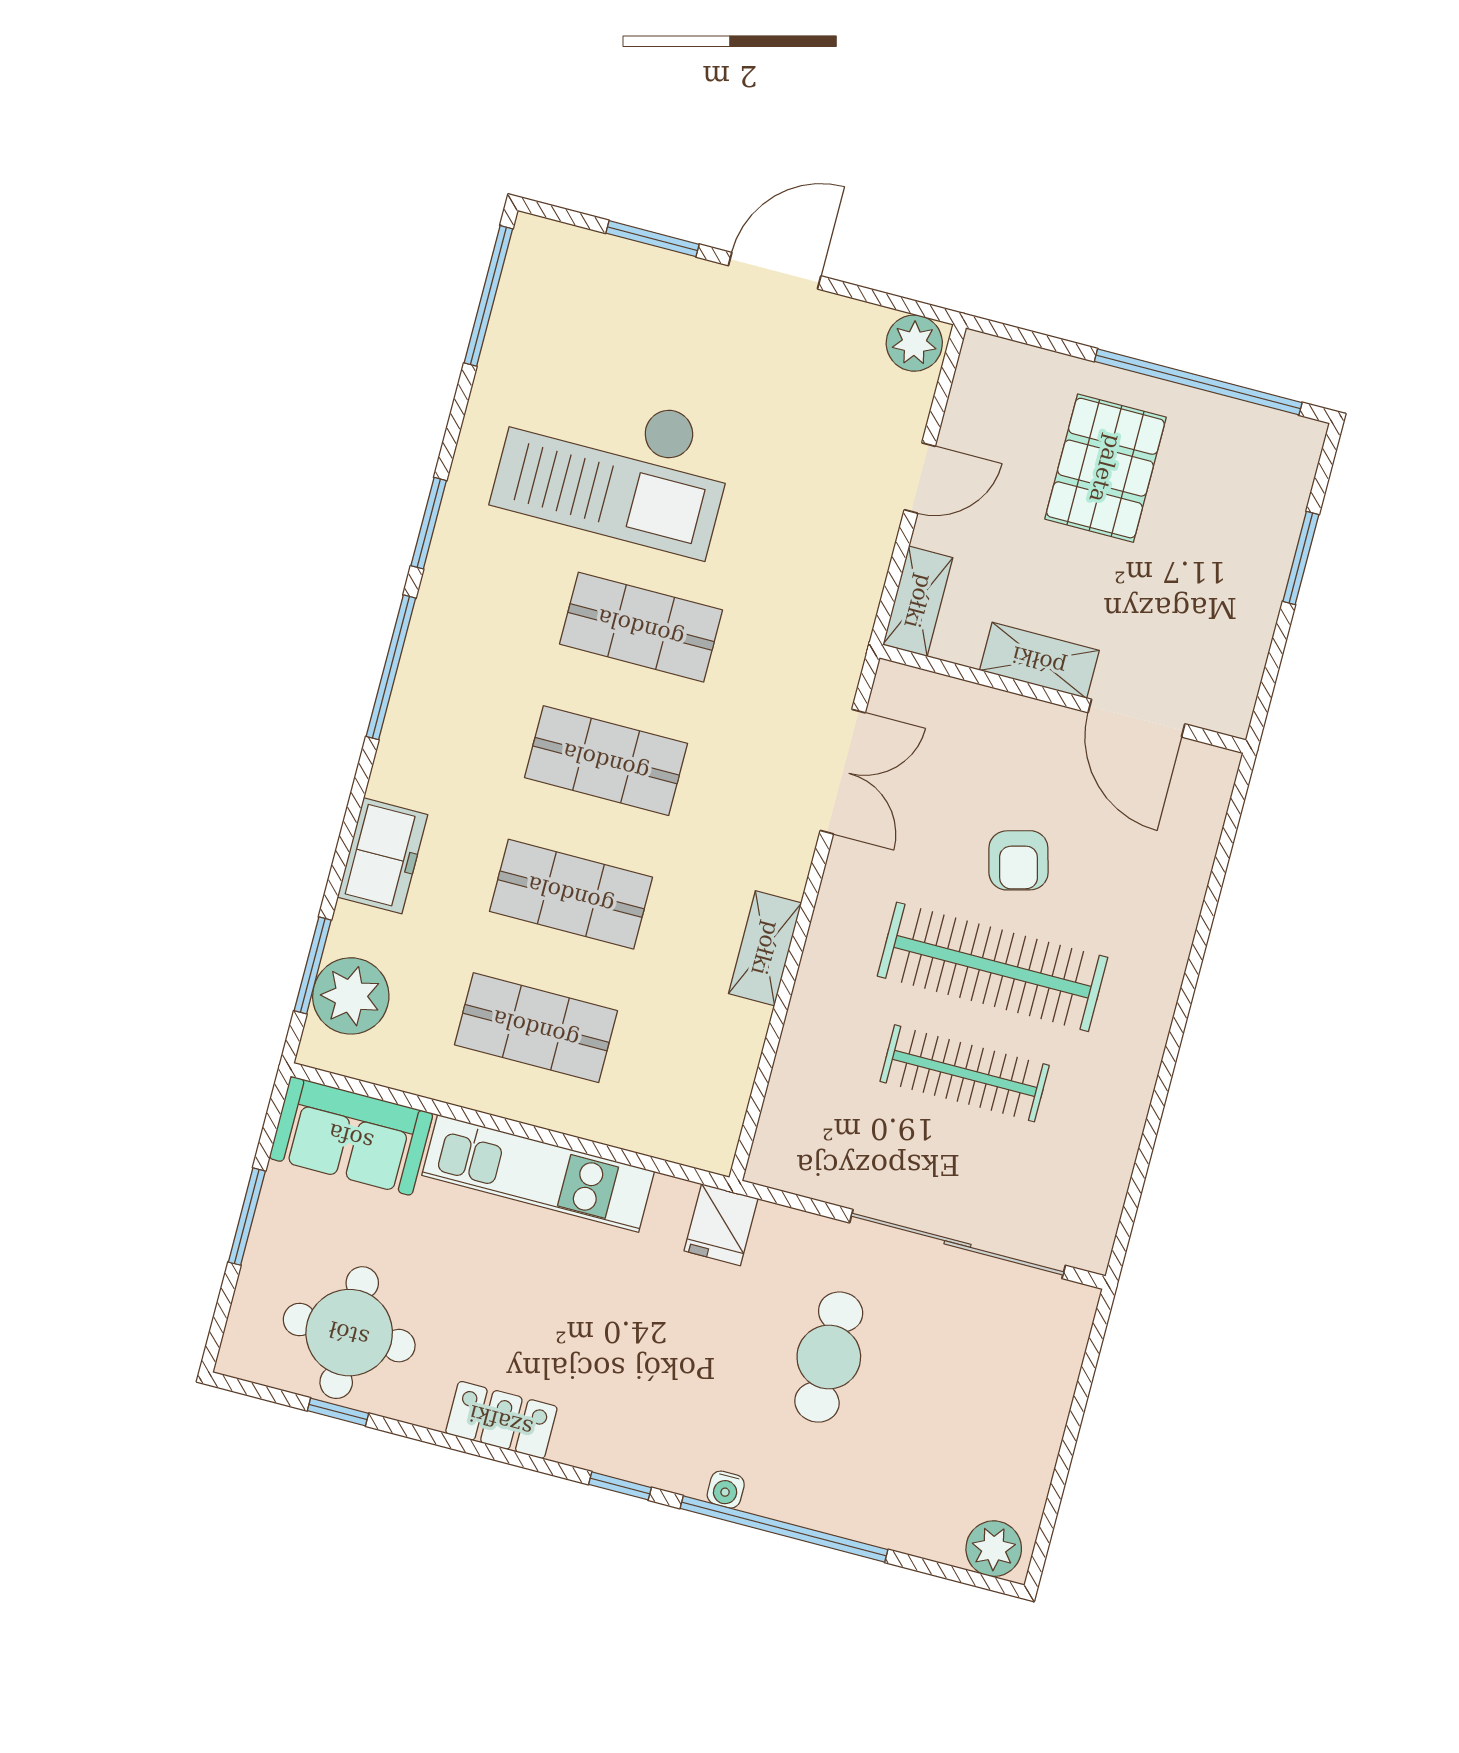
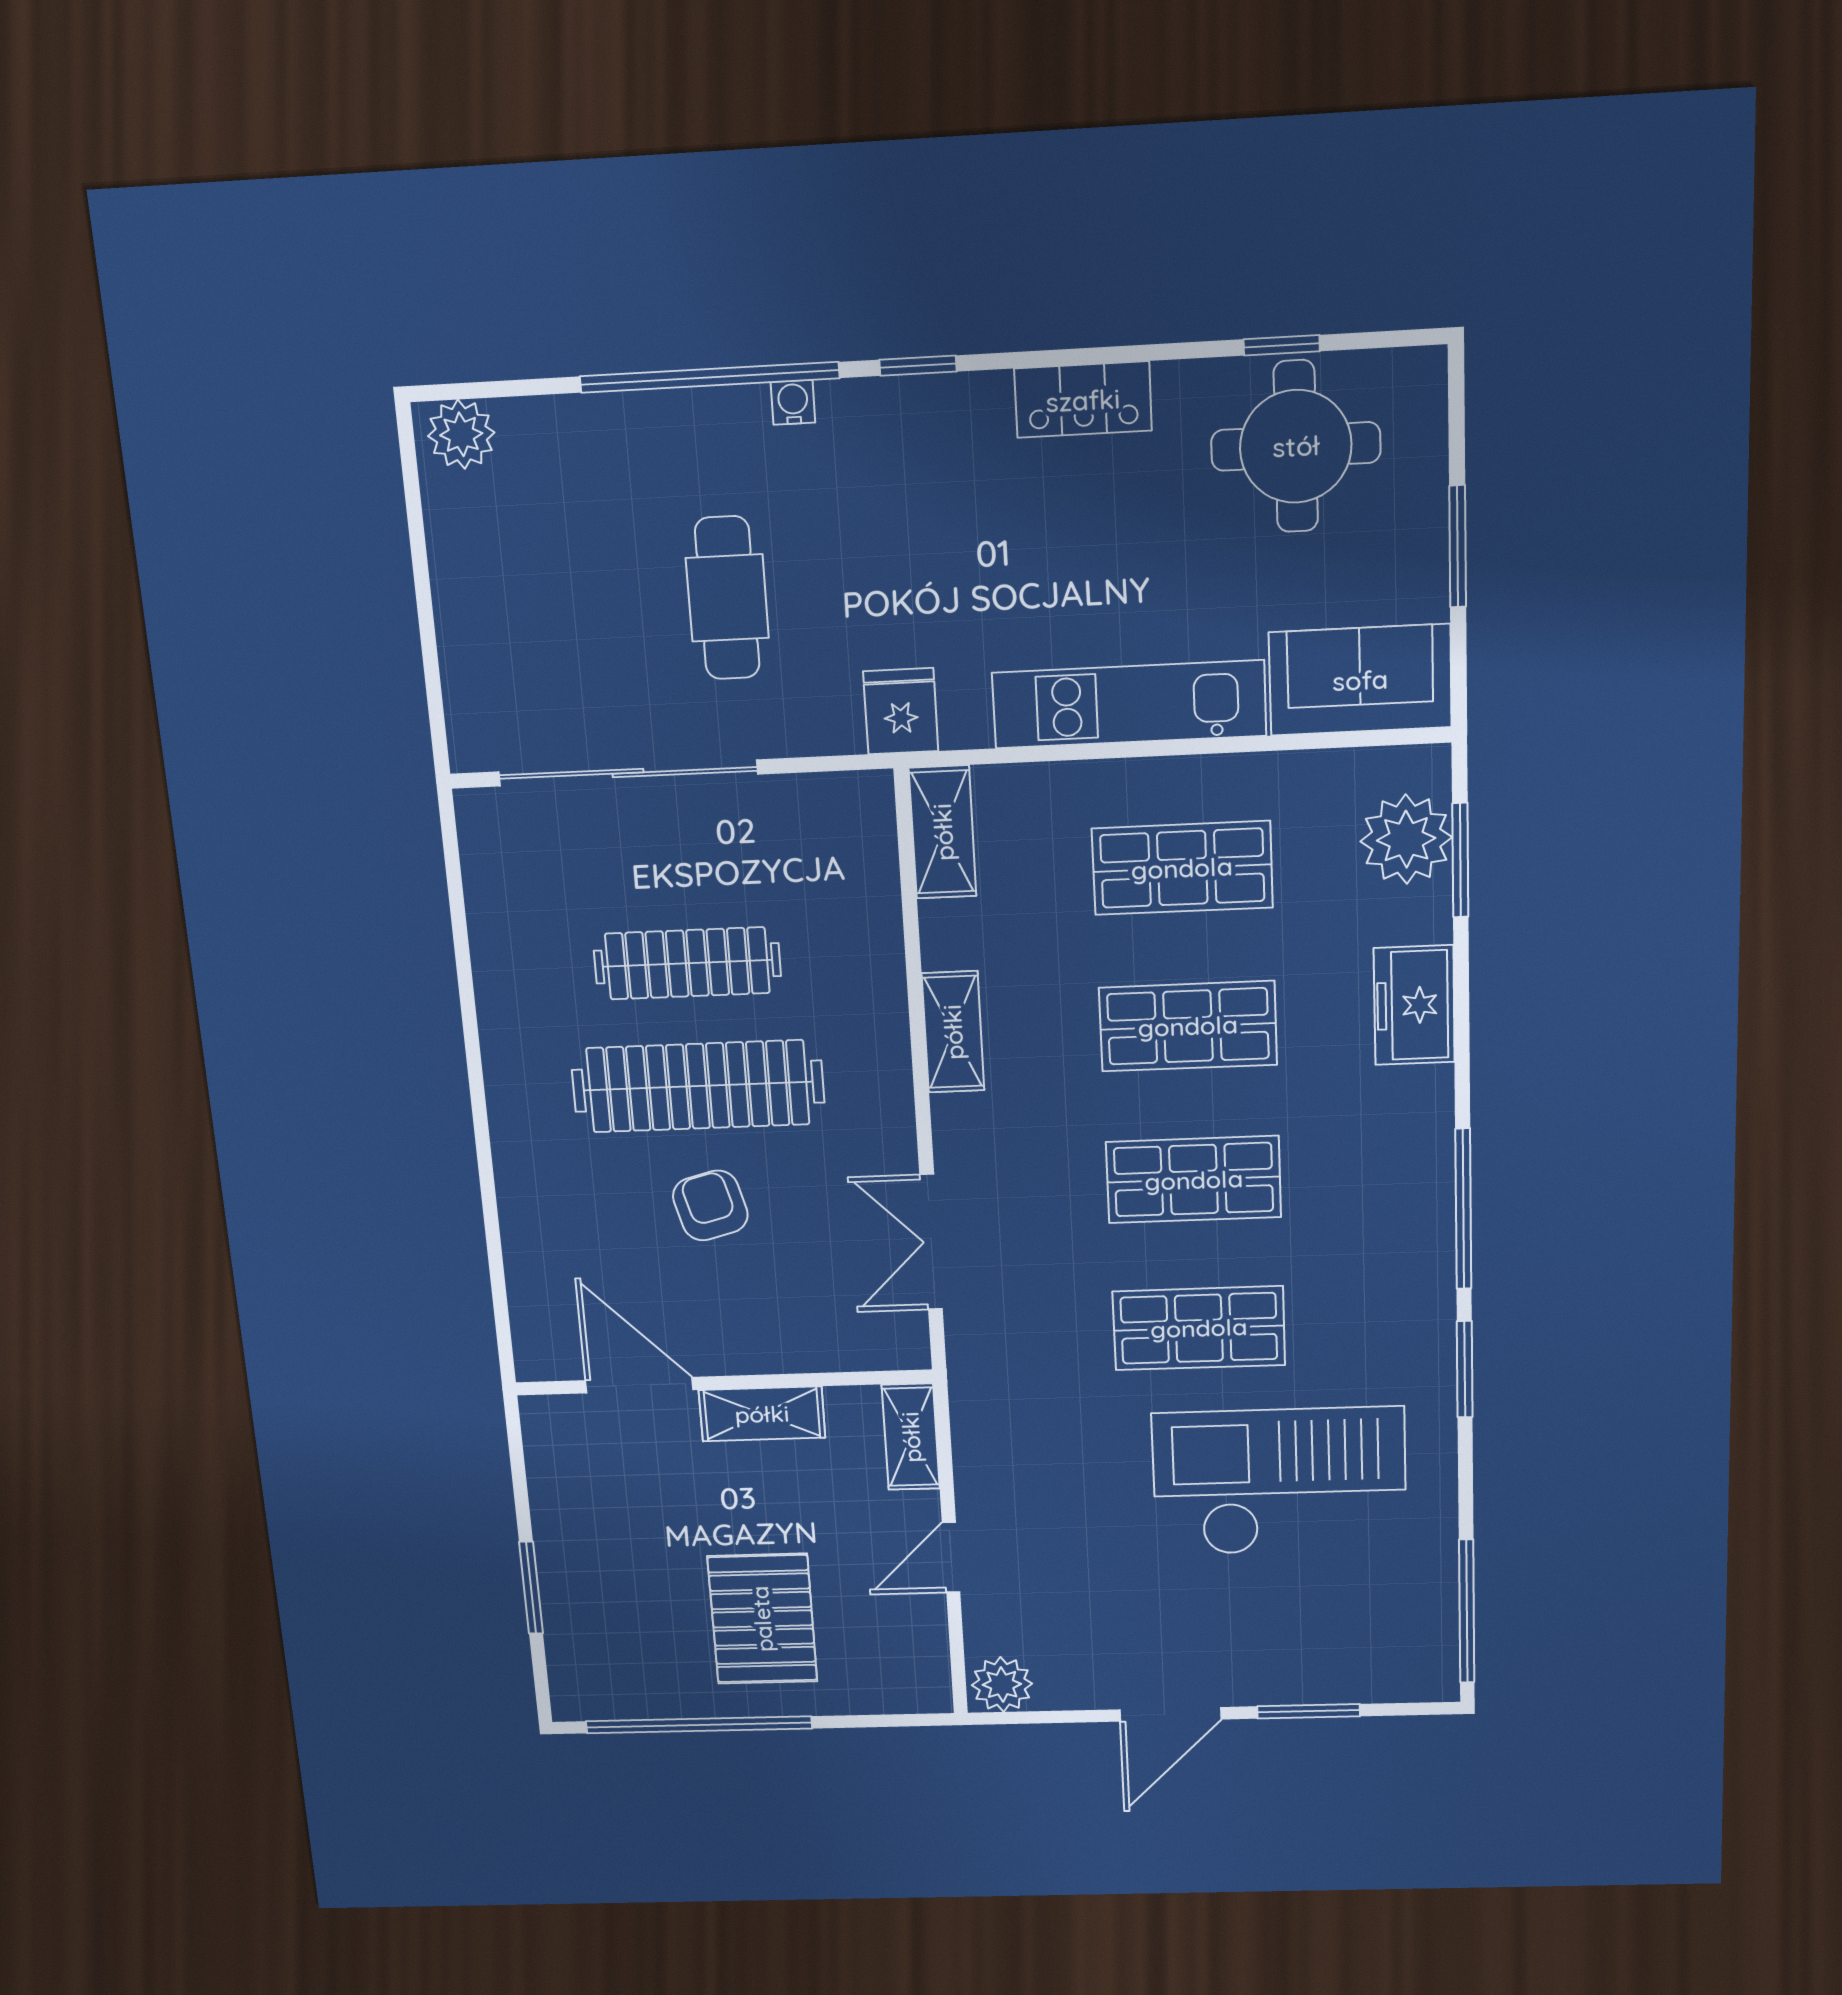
shelving: (719, 1117) -> (943, 832), added

